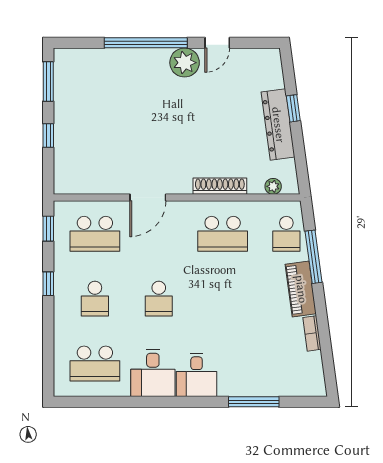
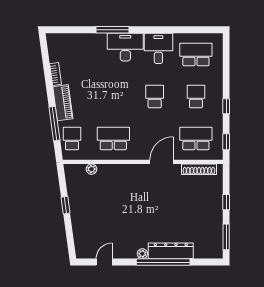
door: (217, 43) -> (104, 262), moved
plant: (185, 63) -> (142, 254), width x0.53, depth x0.53
window: (293, 108) -> (66, 205), moved
dresser: (278, 125) -> (171, 251), moved, turned -82
shoe rack: (220, 186) -> (199, 169), moved
plant: (273, 186) -> (91, 169), moved
desk: (197, 375) -> (125, 47), width x1.37
window: (254, 402) -> (112, 30), moved

